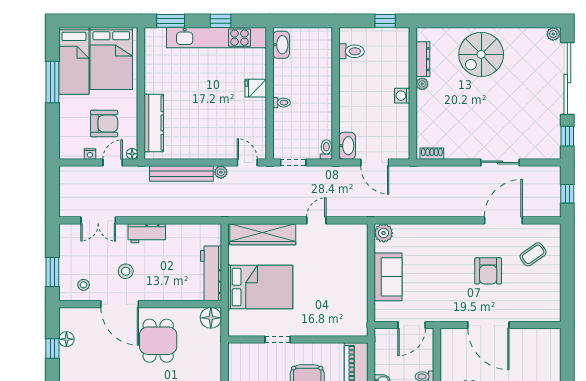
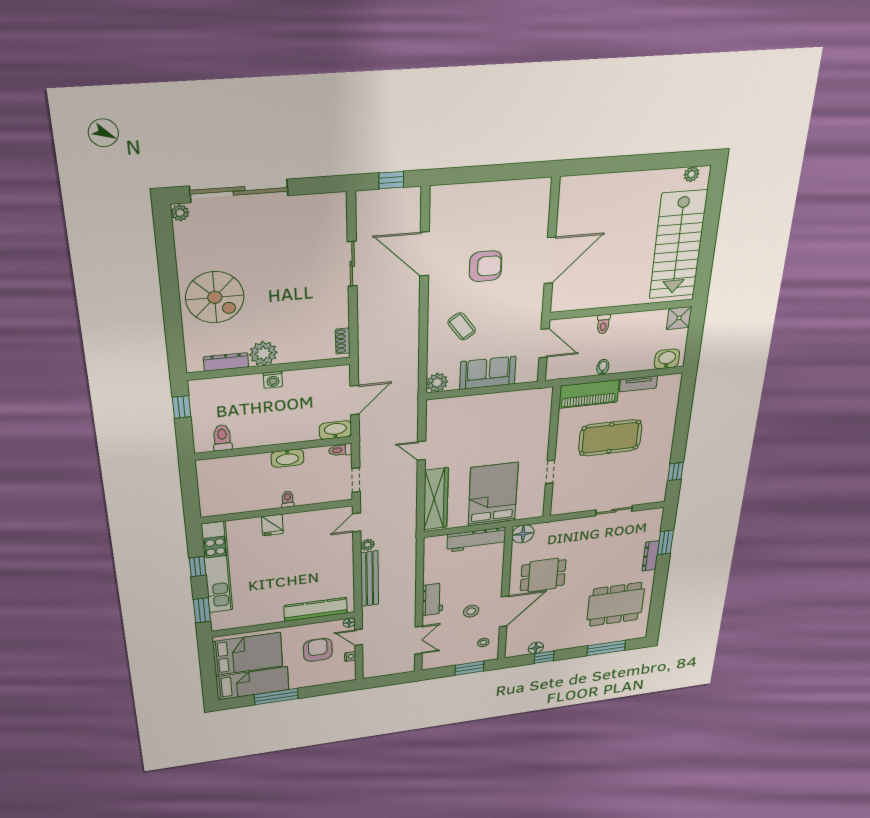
washbasin: (281, 45) -> (287, 458), moved, turned 180
plant: (422, 84) -> (263, 353), width x1.88, depth x1.88
window: (567, 136) -> (316, 185), removed
coffee table: (533, 254) -> (462, 326), moved

